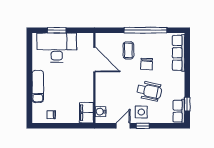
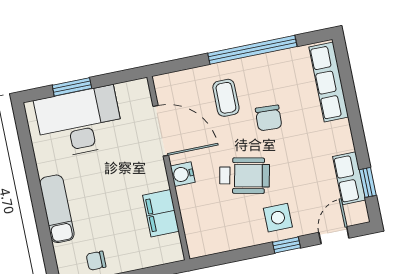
wheelchair: (149, 91) -> (245, 176), moved
row of seats: (179, 111) -> (349, 178), moved
water cooler: (100, 112) -> (183, 174), moved
filing cabinet: (86, 113) -> (161, 213), moved
door: (123, 126) -> (334, 235), moved

